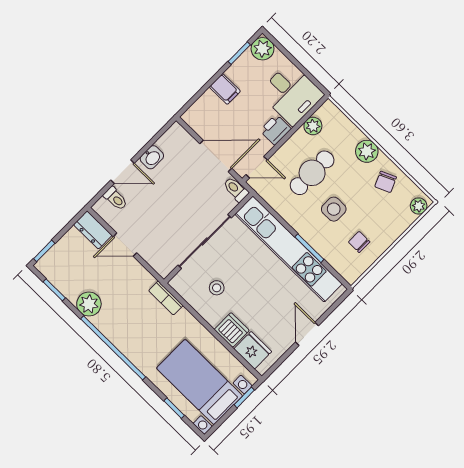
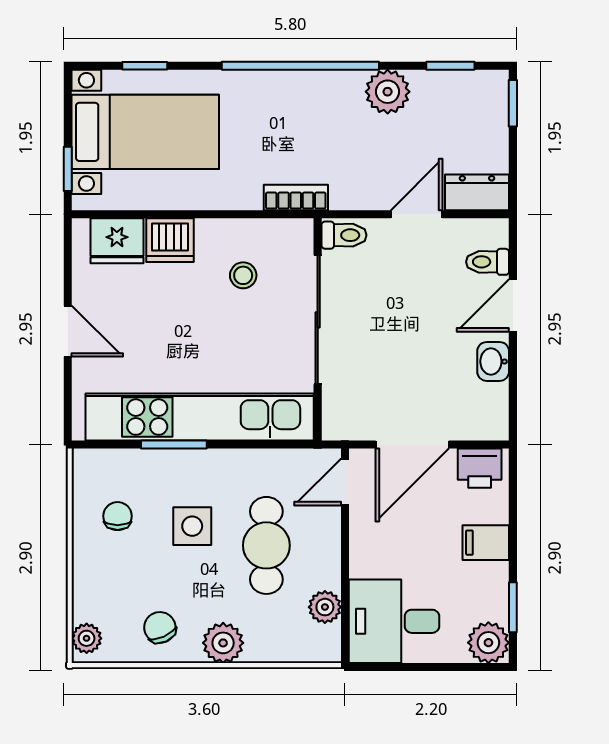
printer: (275, 130) -> (480, 468), moved, turned 90
toilet: (236, 189) -> (344, 235), moved
chair: (359, 242) -> (118, 516), turned -90

